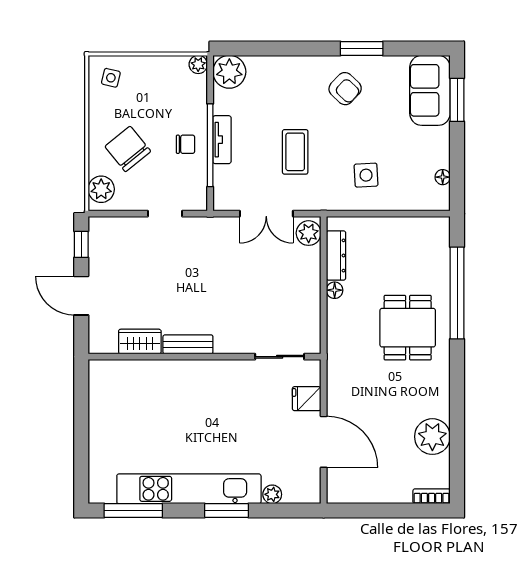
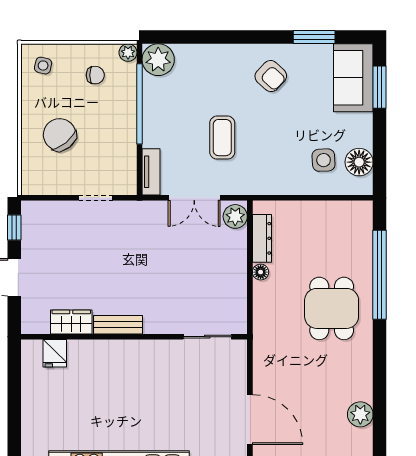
window: (362, 48) -> (314, 37), moved
tv unit: (222, 140) -> (151, 172), moved
chair: (185, 144) -> (95, 75), moved
window: (210, 145) -> (140, 104), moved
side table: (366, 175) -> (324, 160), moved
floor lamp: (443, 177) -> (359, 162), width x1.89, depth x1.89
plant: (101, 189) -> (34, 174), removed
fridge: (307, 399) -> (55, 353), moved, turned -90
plant: (432, 437) -> (360, 414), width x0.73, depth x0.73

